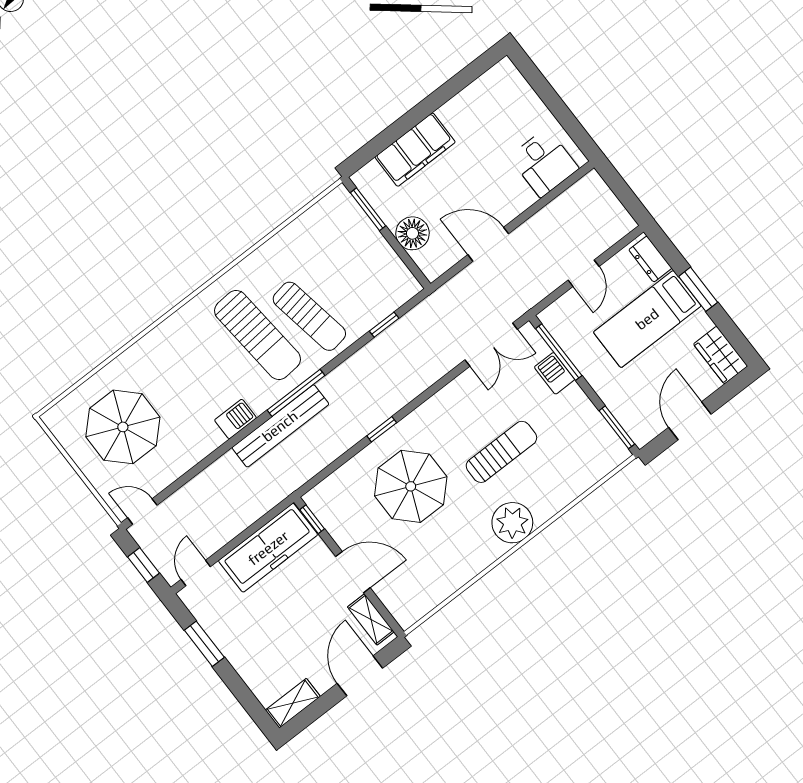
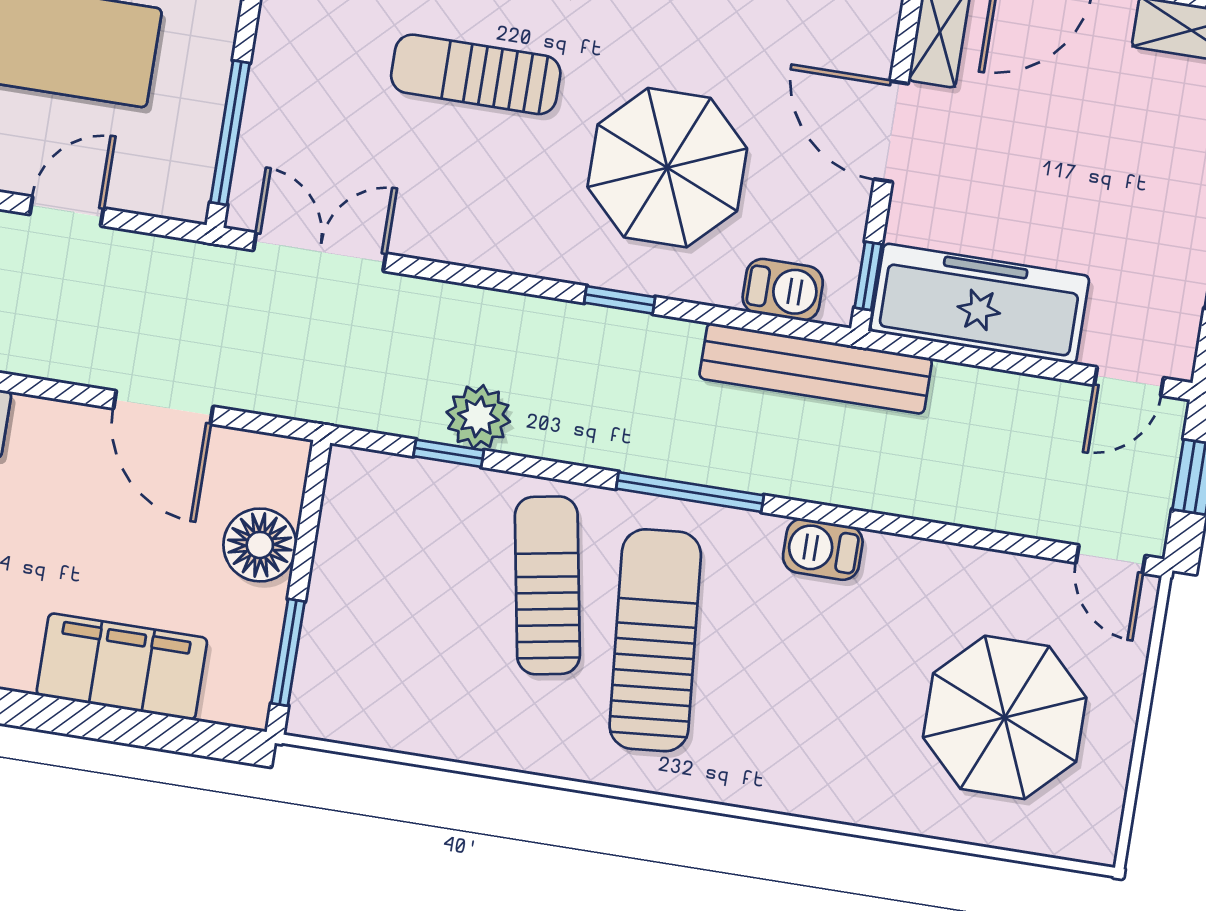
plant: (387, 346) -> (478, 417), added
barbecue: (555, 373) -> (783, 290), moved, turned -90
bench: (280, 426) -> (816, 368), moved

